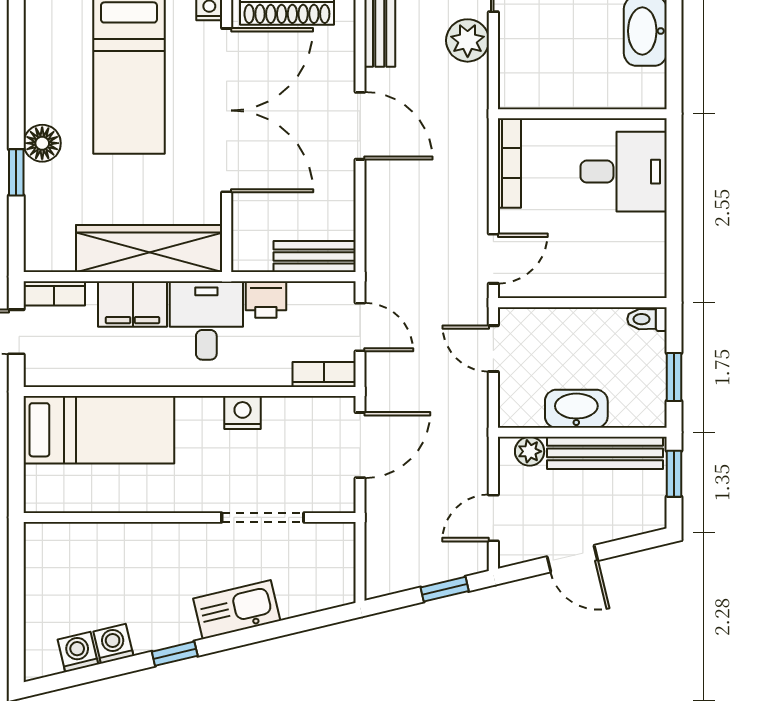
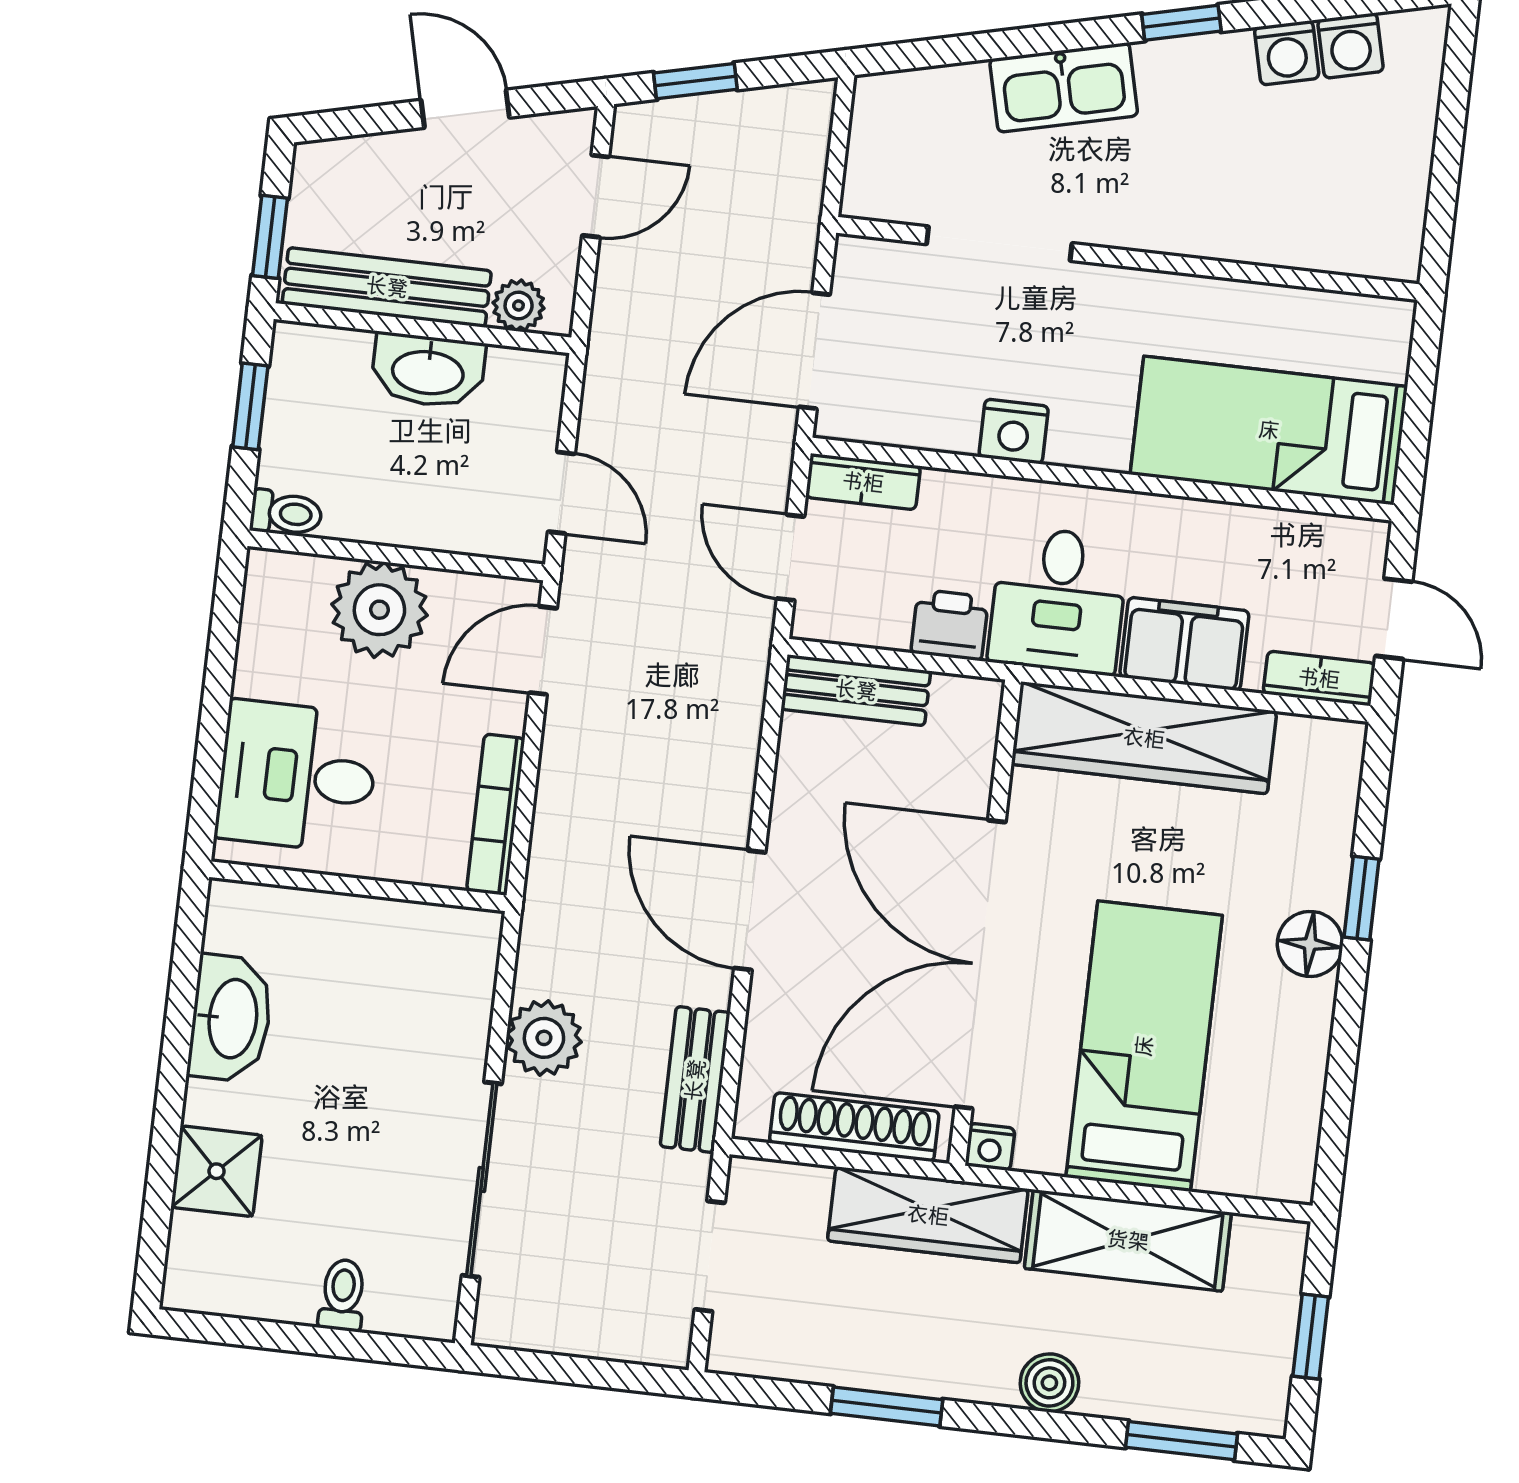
plant: (588, 271) -> (379, 610), added

